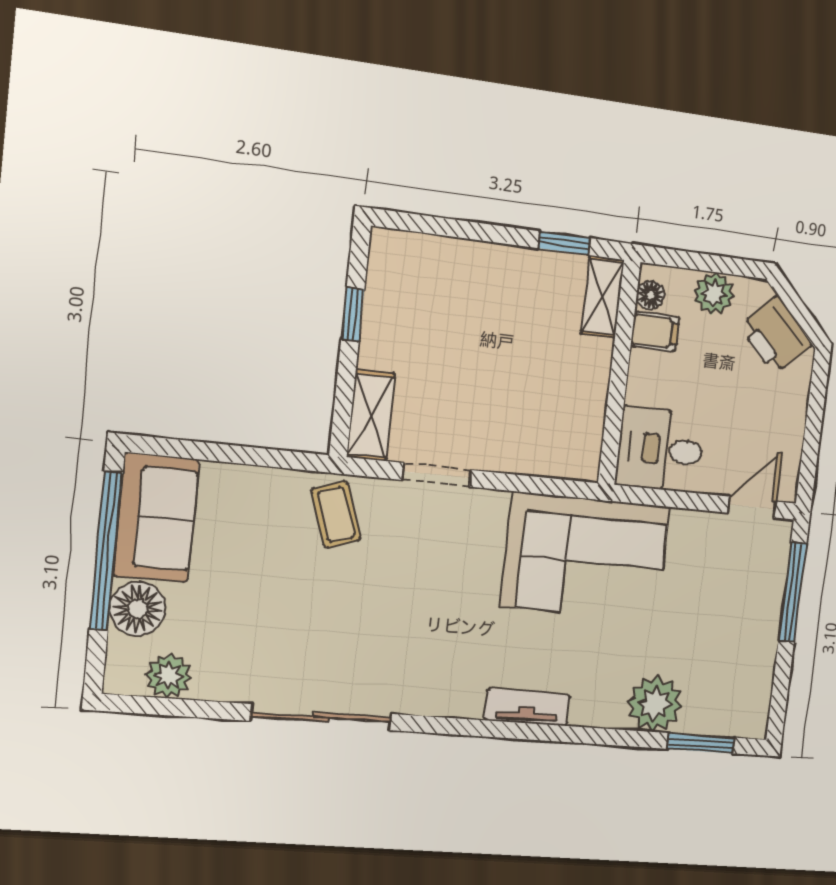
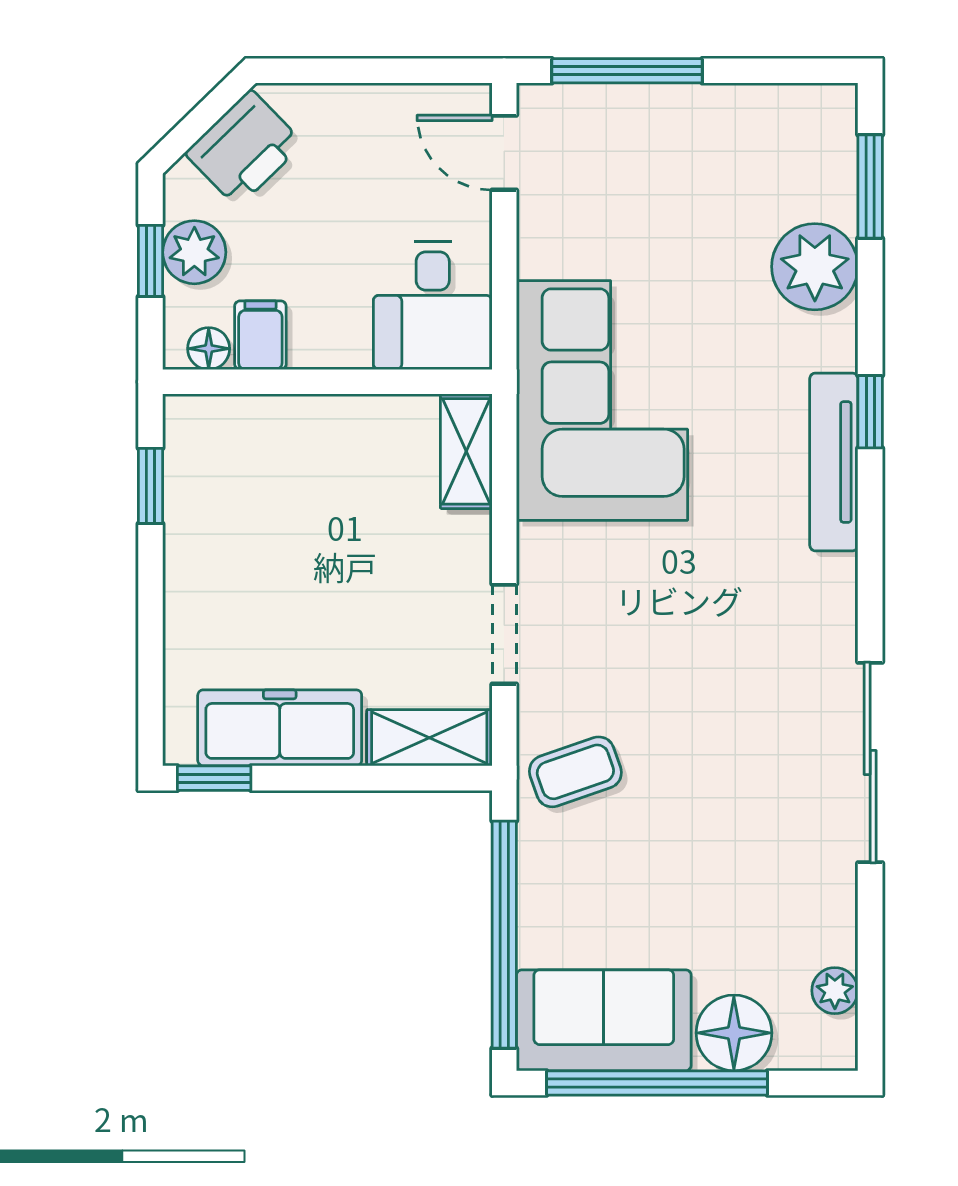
window: (712, 263) -> (151, 261), added
shelving: (603, 297) -> (466, 451), moved, turned 90
freezer: (389, 312) -> (280, 728), added
window: (353, 314) -> (214, 778), moved
window: (225, 453) -> (504, 935), added
plant: (169, 676) -> (835, 991), width x0.73, depth x0.73
tv unit: (527, 707) -> (834, 462), width x1.41
window: (557, 733) -> (870, 412), added

